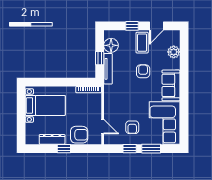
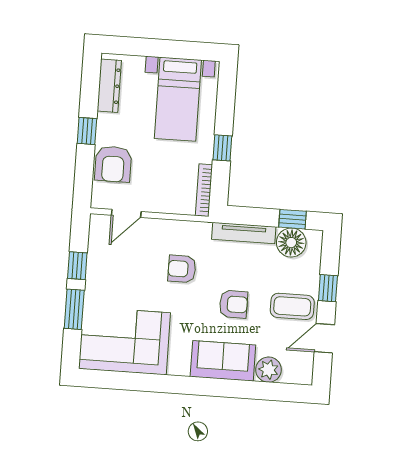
door: (156, 26) -> (324, 338), hinge flipped
window: (100, 58) -> (293, 219), moved
window: (67, 82) -> (222, 148), added
sofa: (171, 85) -> (223, 361), moved
armchair: (132, 127) -> (182, 269), moved
dresser: (52, 139) -> (109, 86), moved

